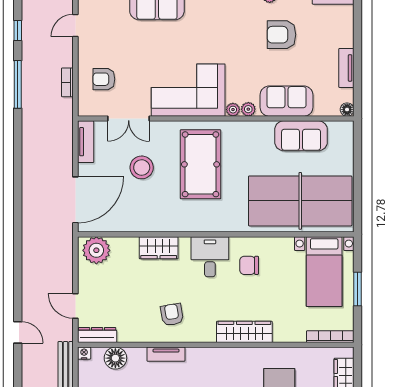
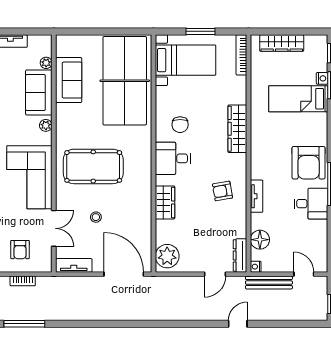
plant: (233, 110) -> (46, 63), moved
floor lamp: (347, 110) -> (46, 40), removed
stool: (142, 167) -> (96, 217), width x0.53, depth x0.53

